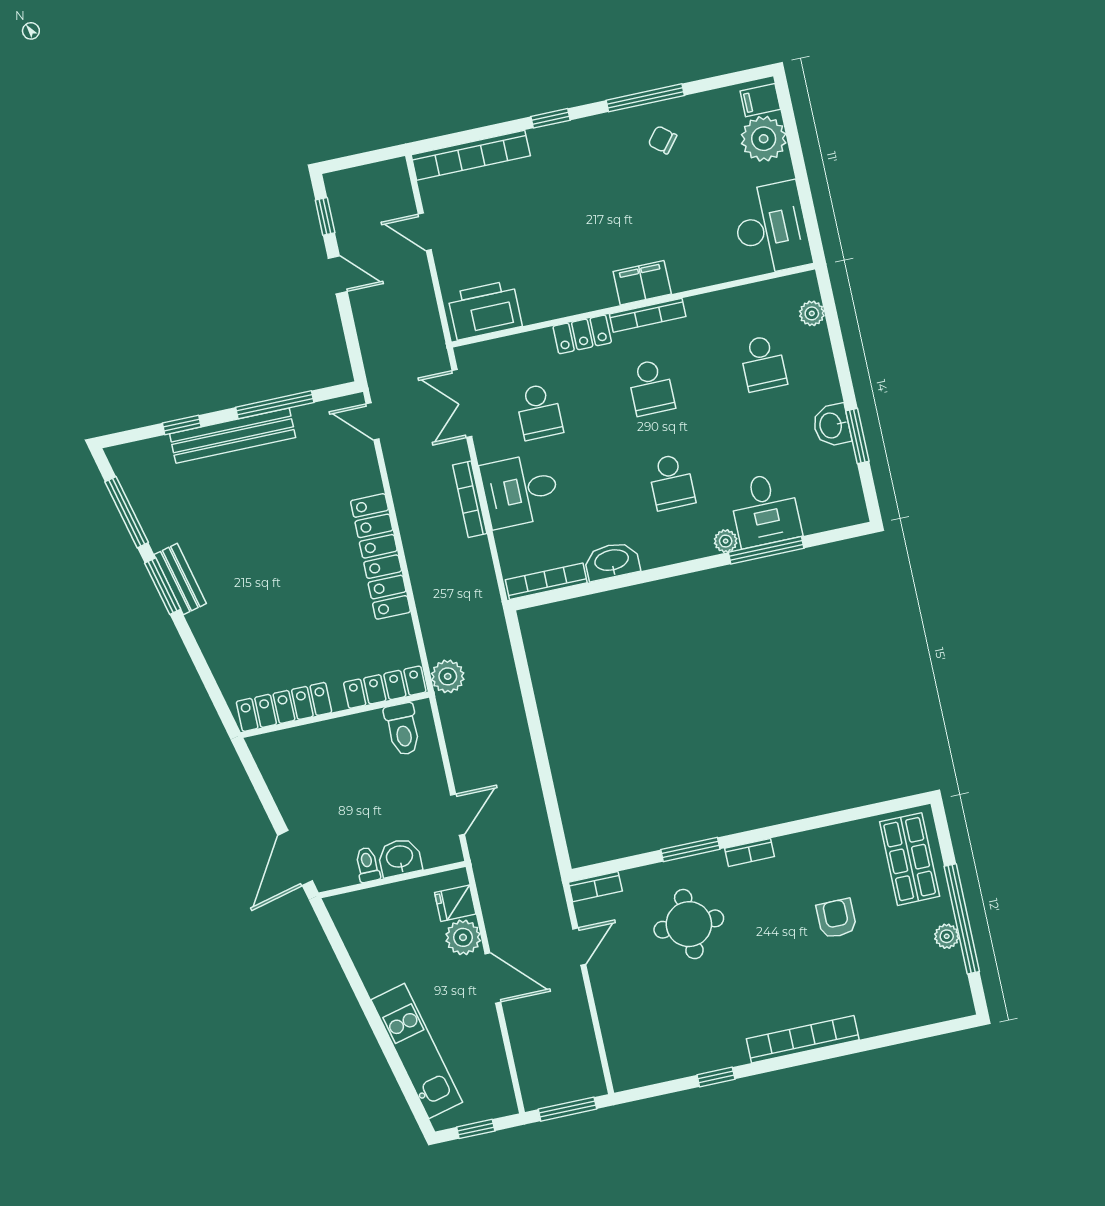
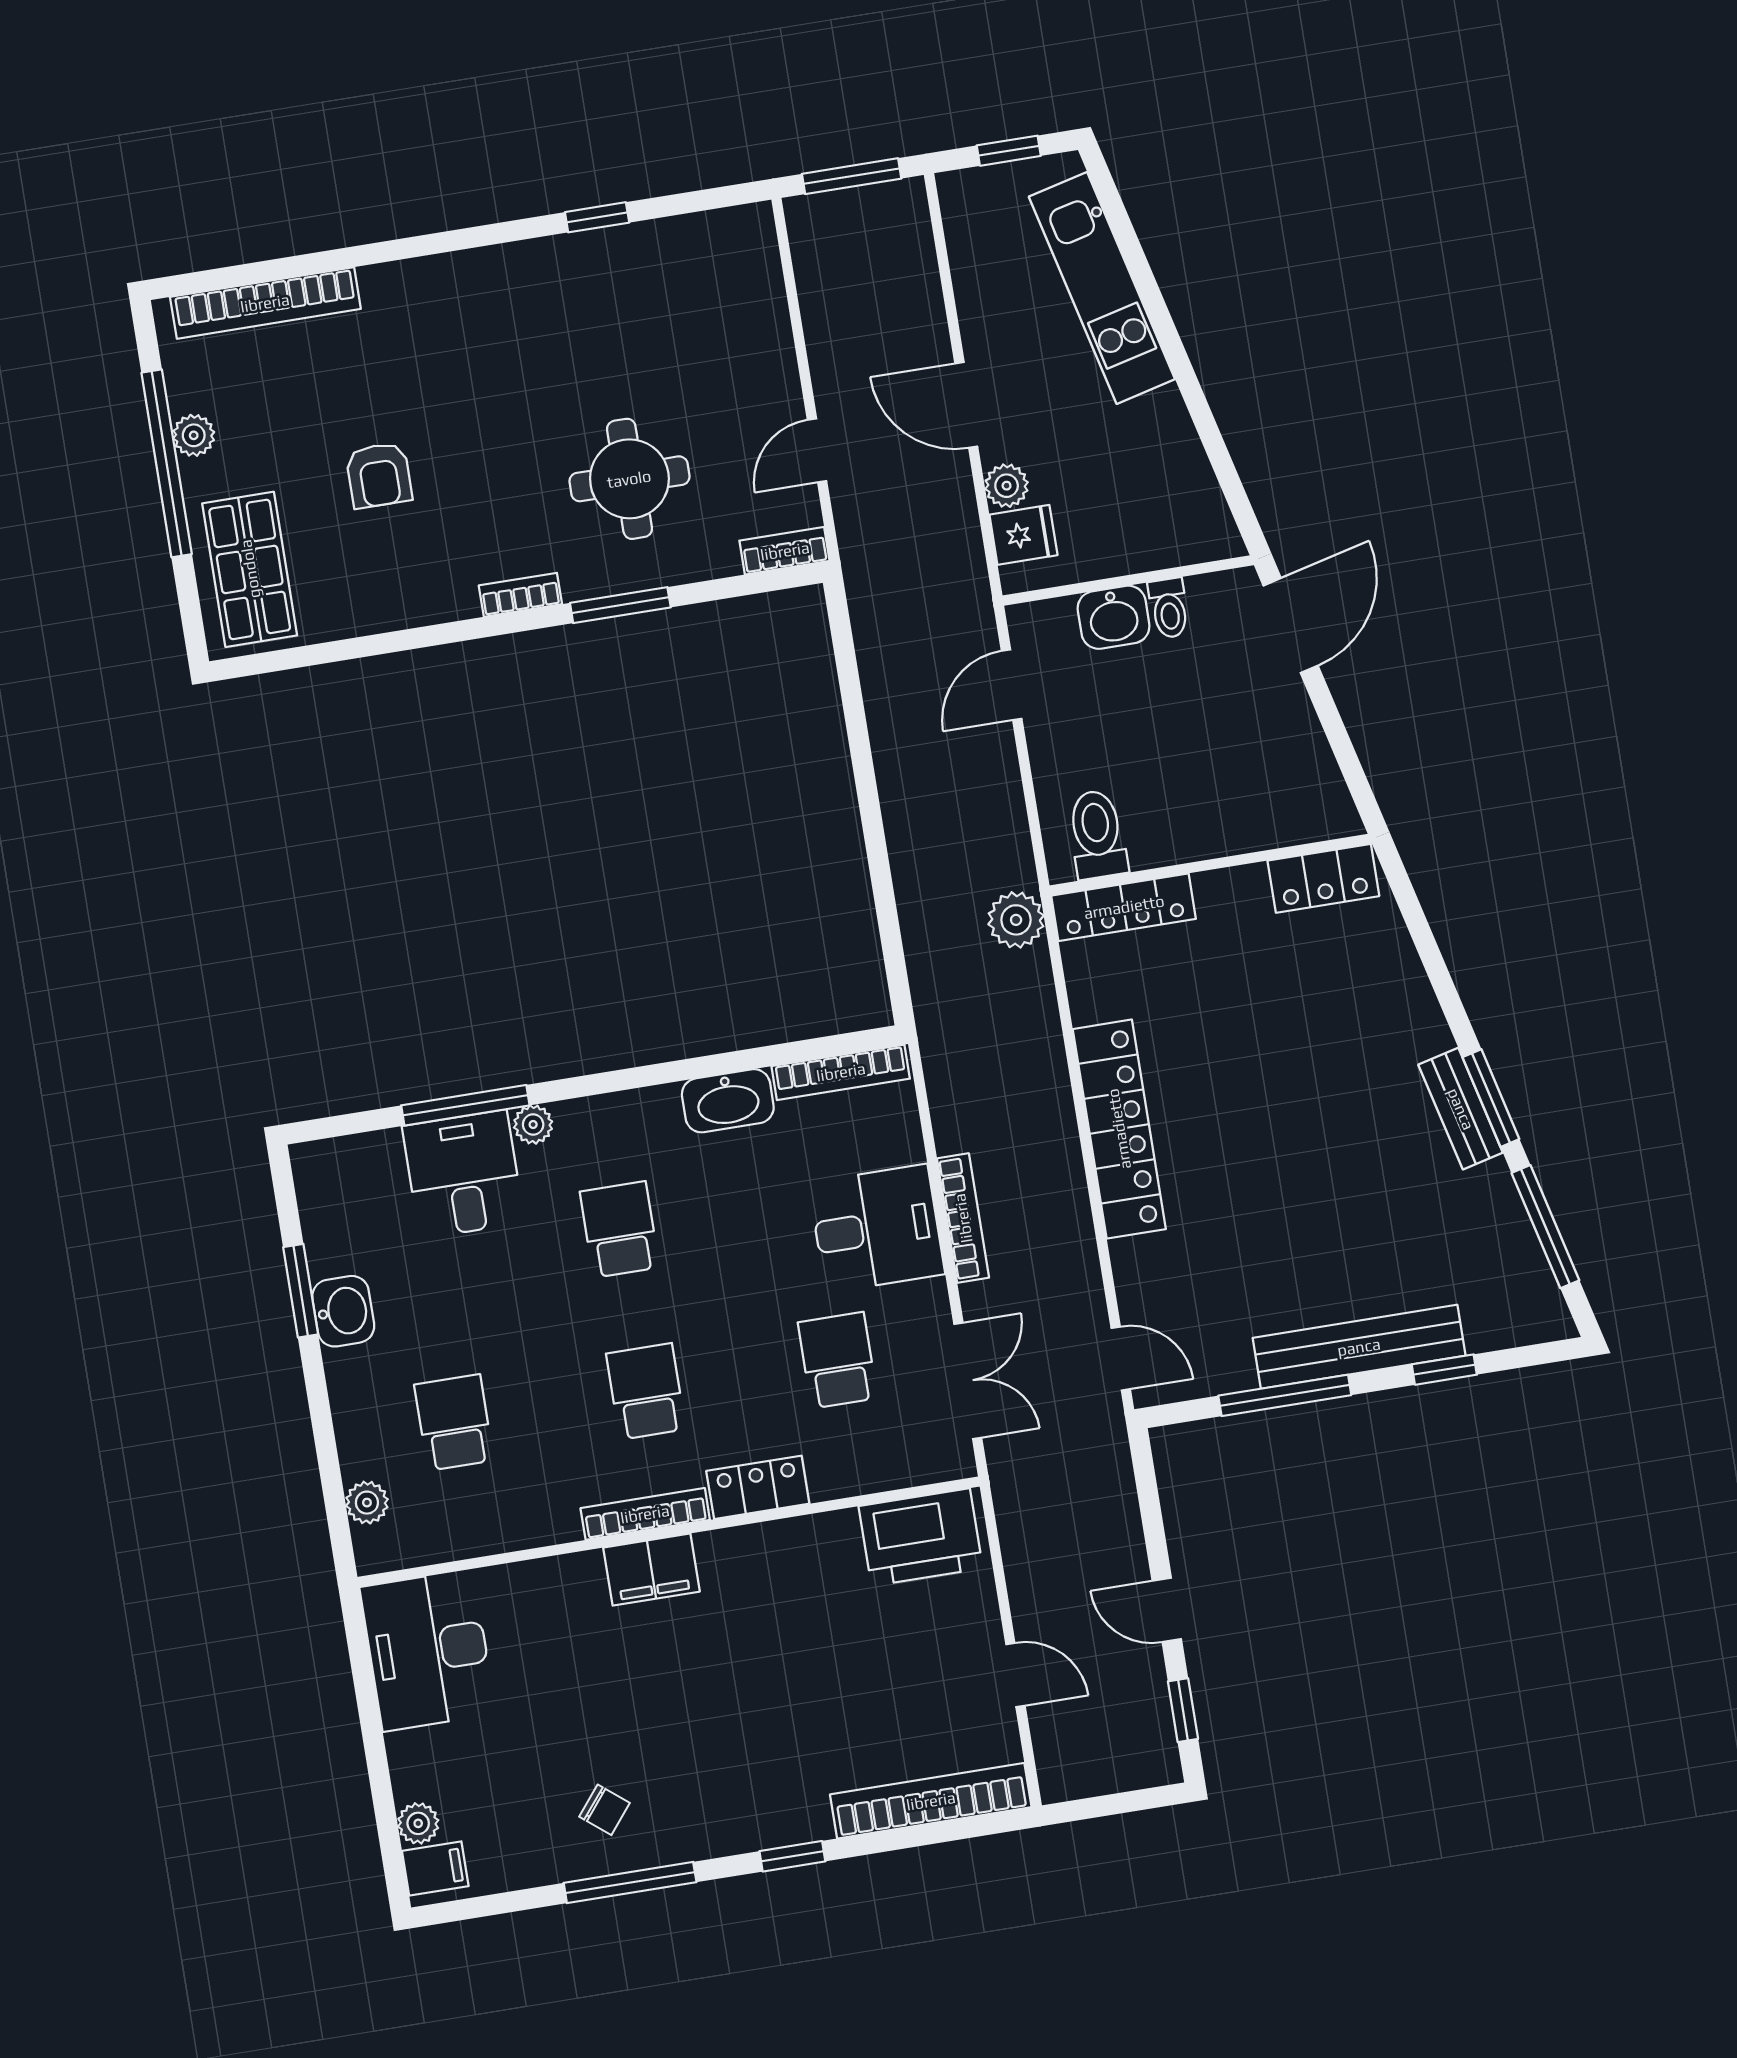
plant: (764, 139) -> (418, 1823), width x0.53, depth x0.53
locker: (284, 707) -> (1323, 878), width x0.66
plant: (463, 937) -> (1007, 486), width x0.73, depth x0.73
bookcase: (803, 1039) -> (265, 303), moved

